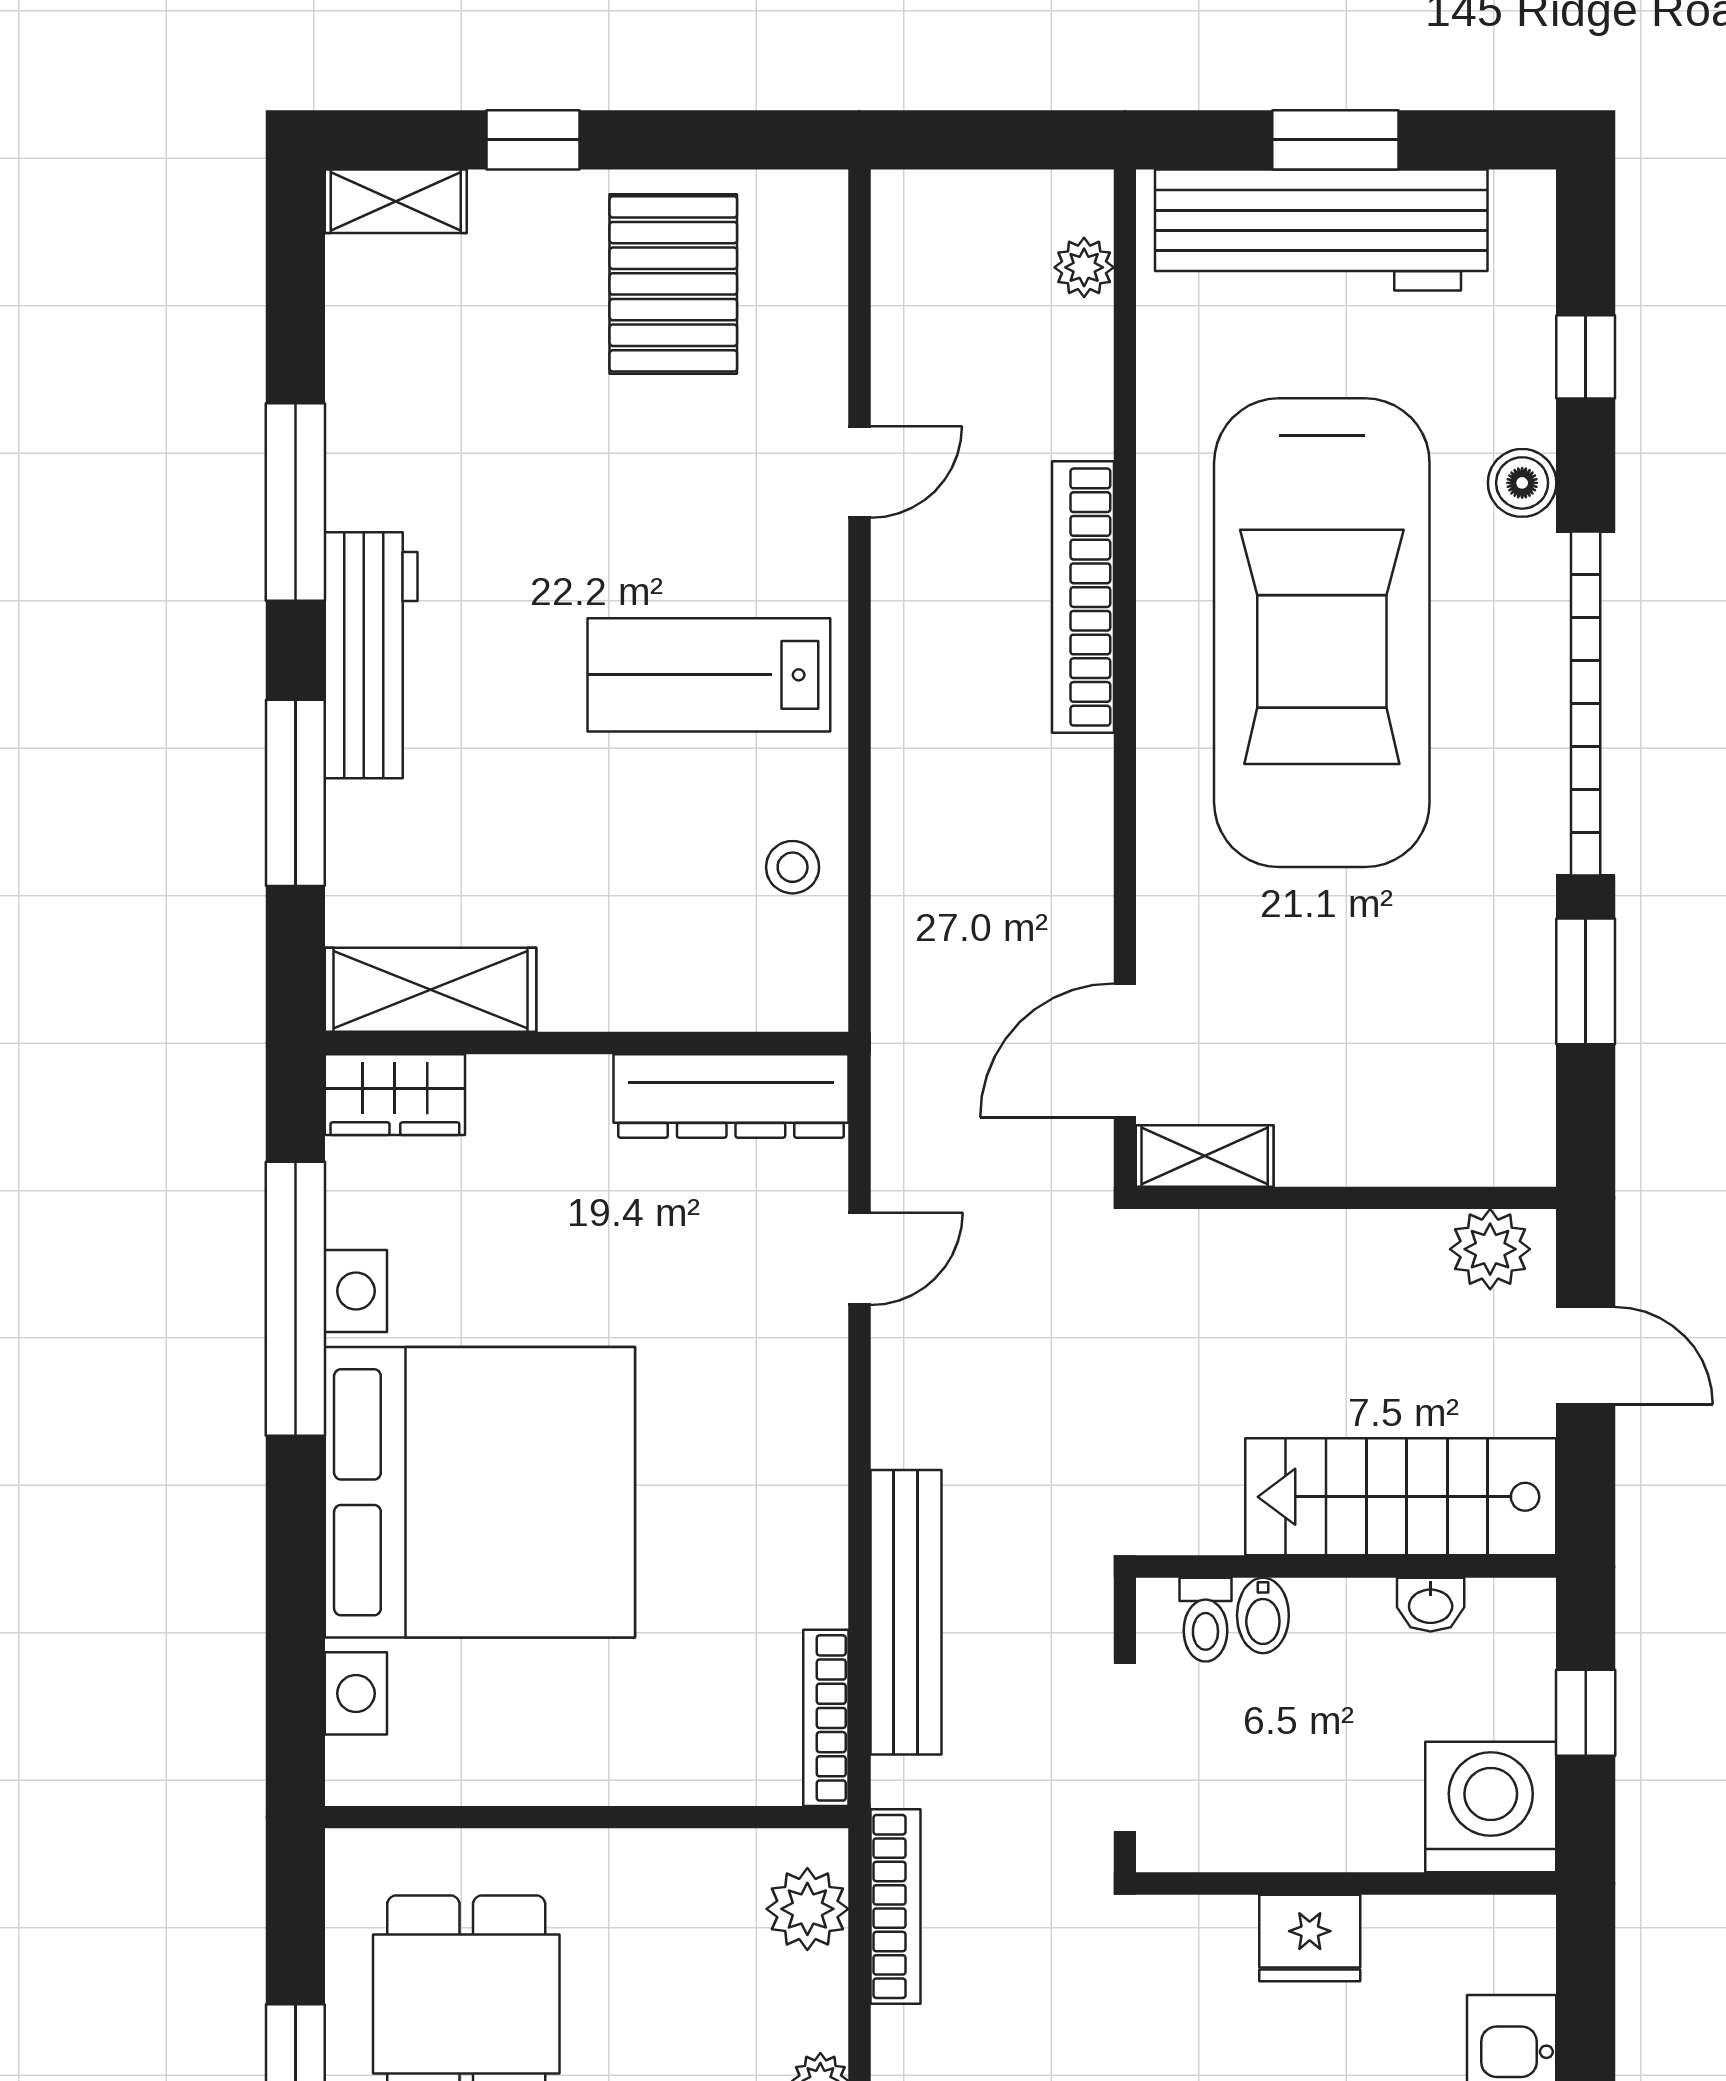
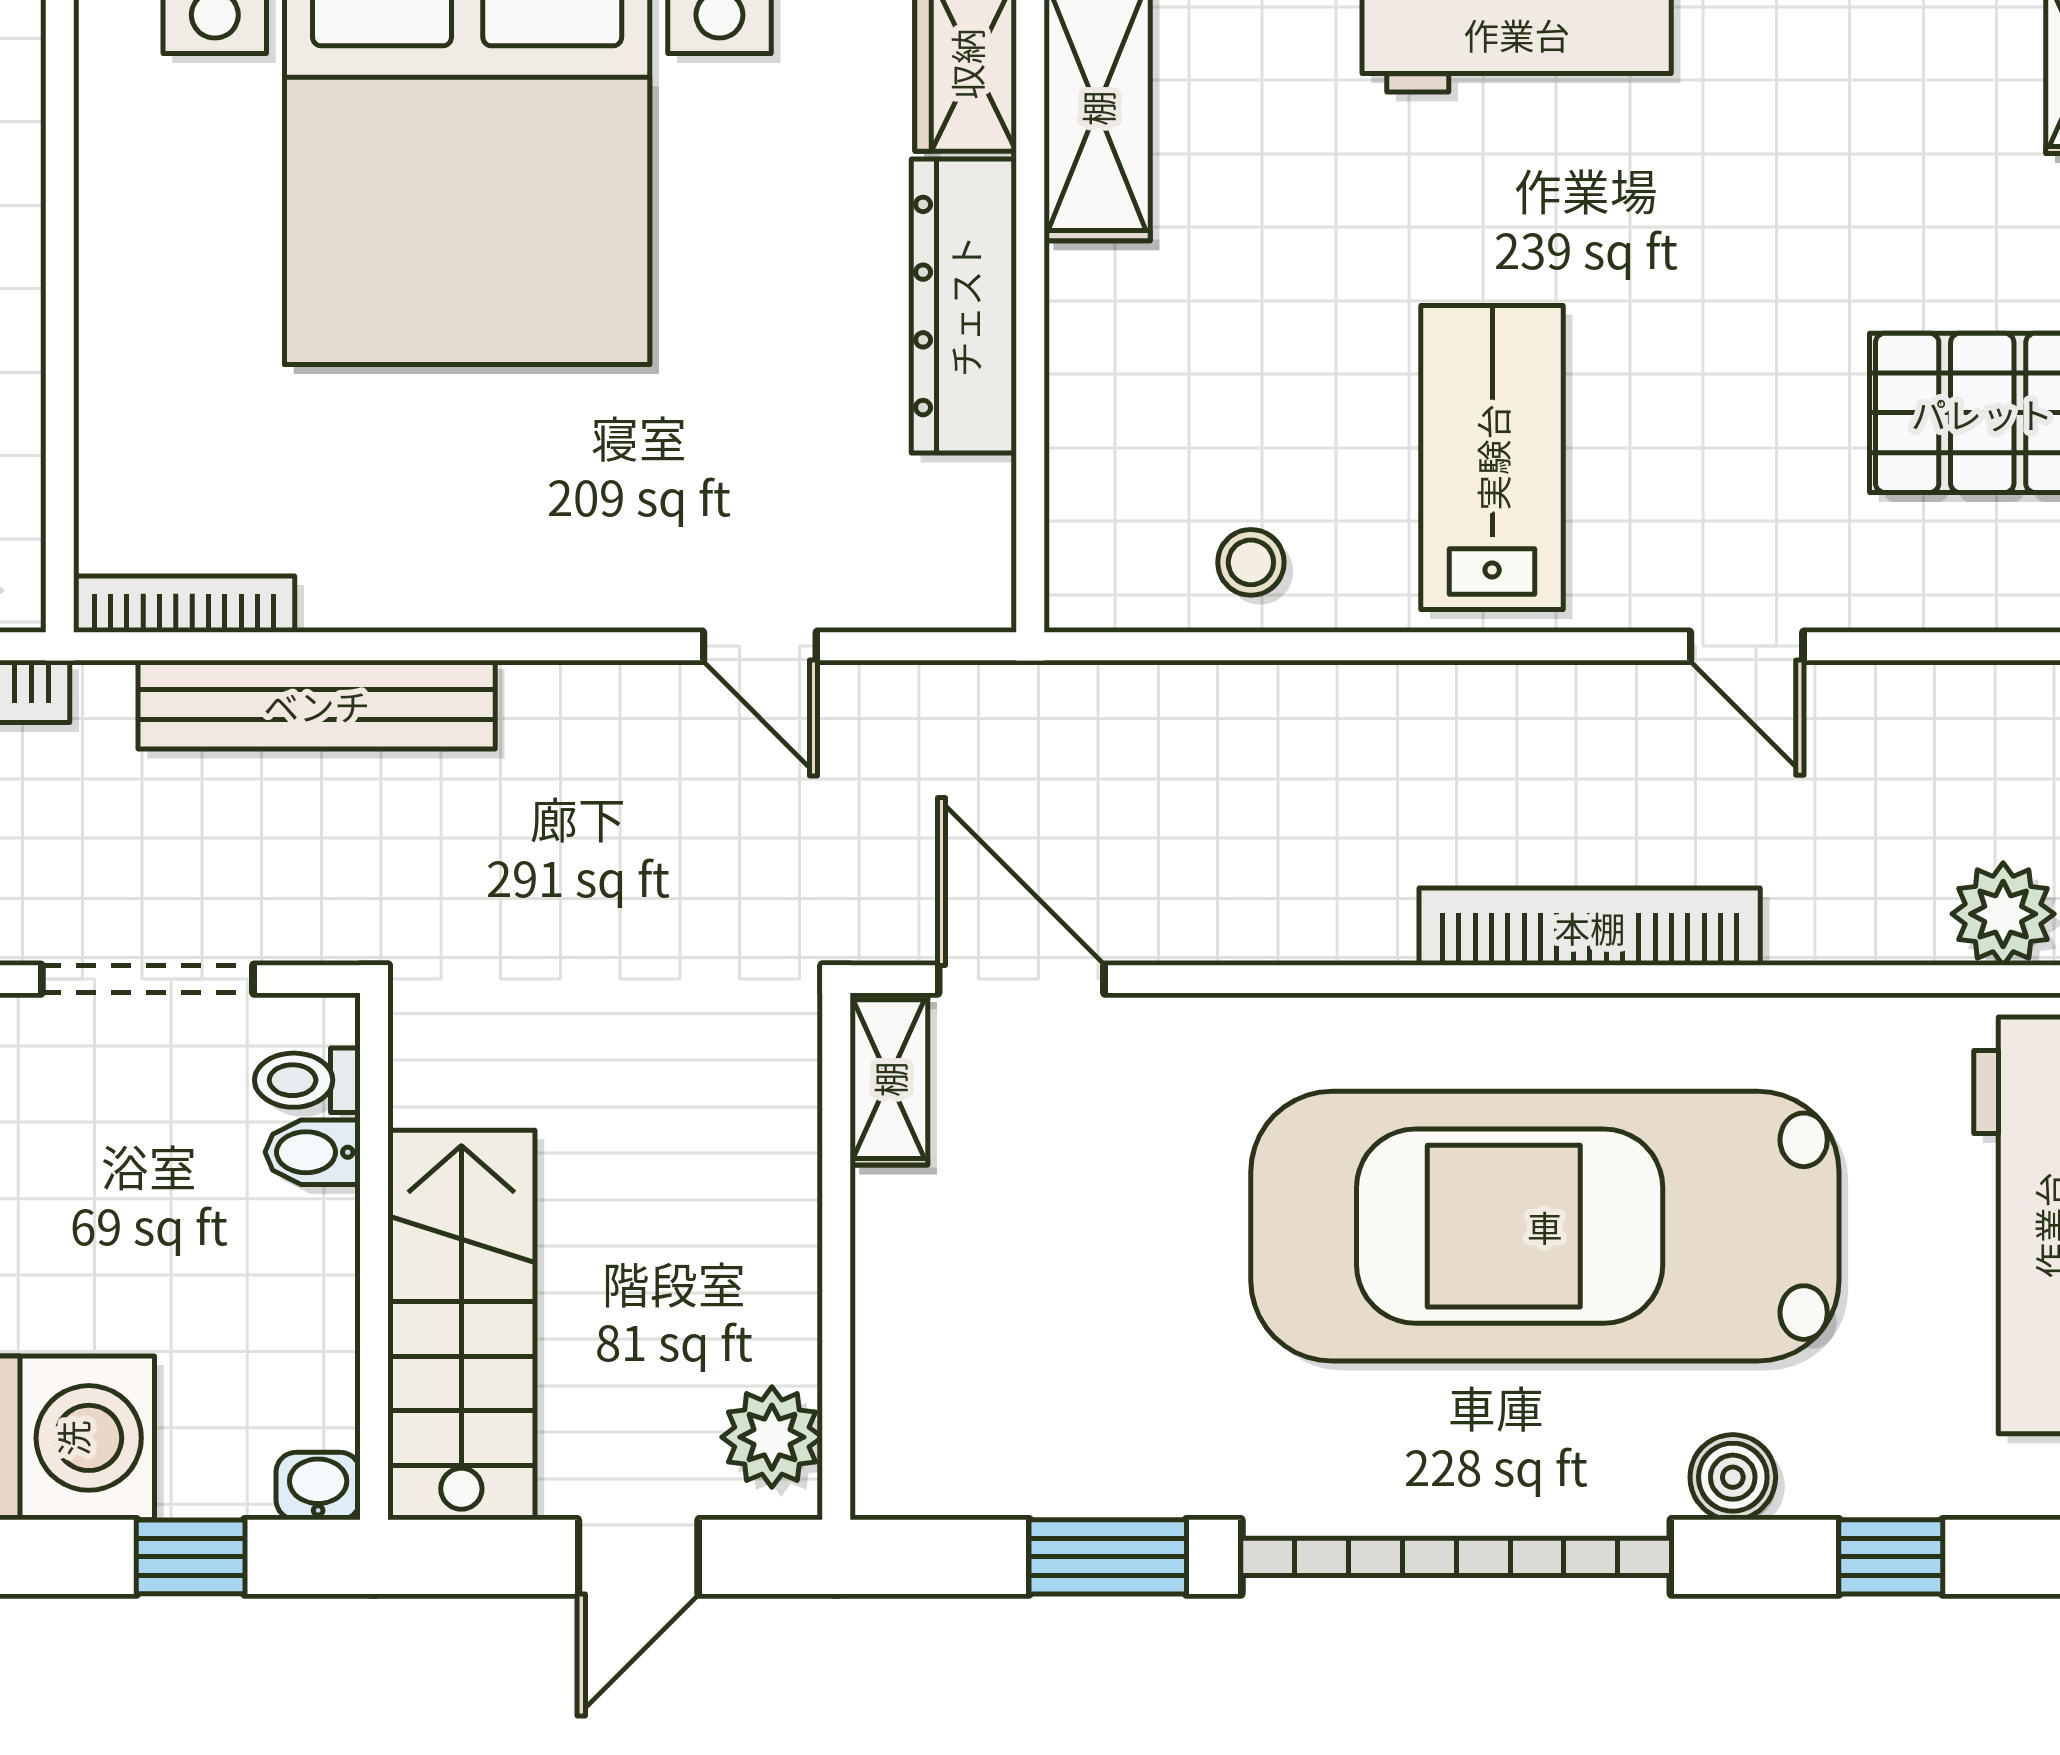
plant: (1084, 267) -> (2003, 914), width x1.38, depth x1.38
dresser: (731, 1096) -> (964, 306), moved
washbasin: (1431, 1605) -> (318, 1486), moved, turned 90

